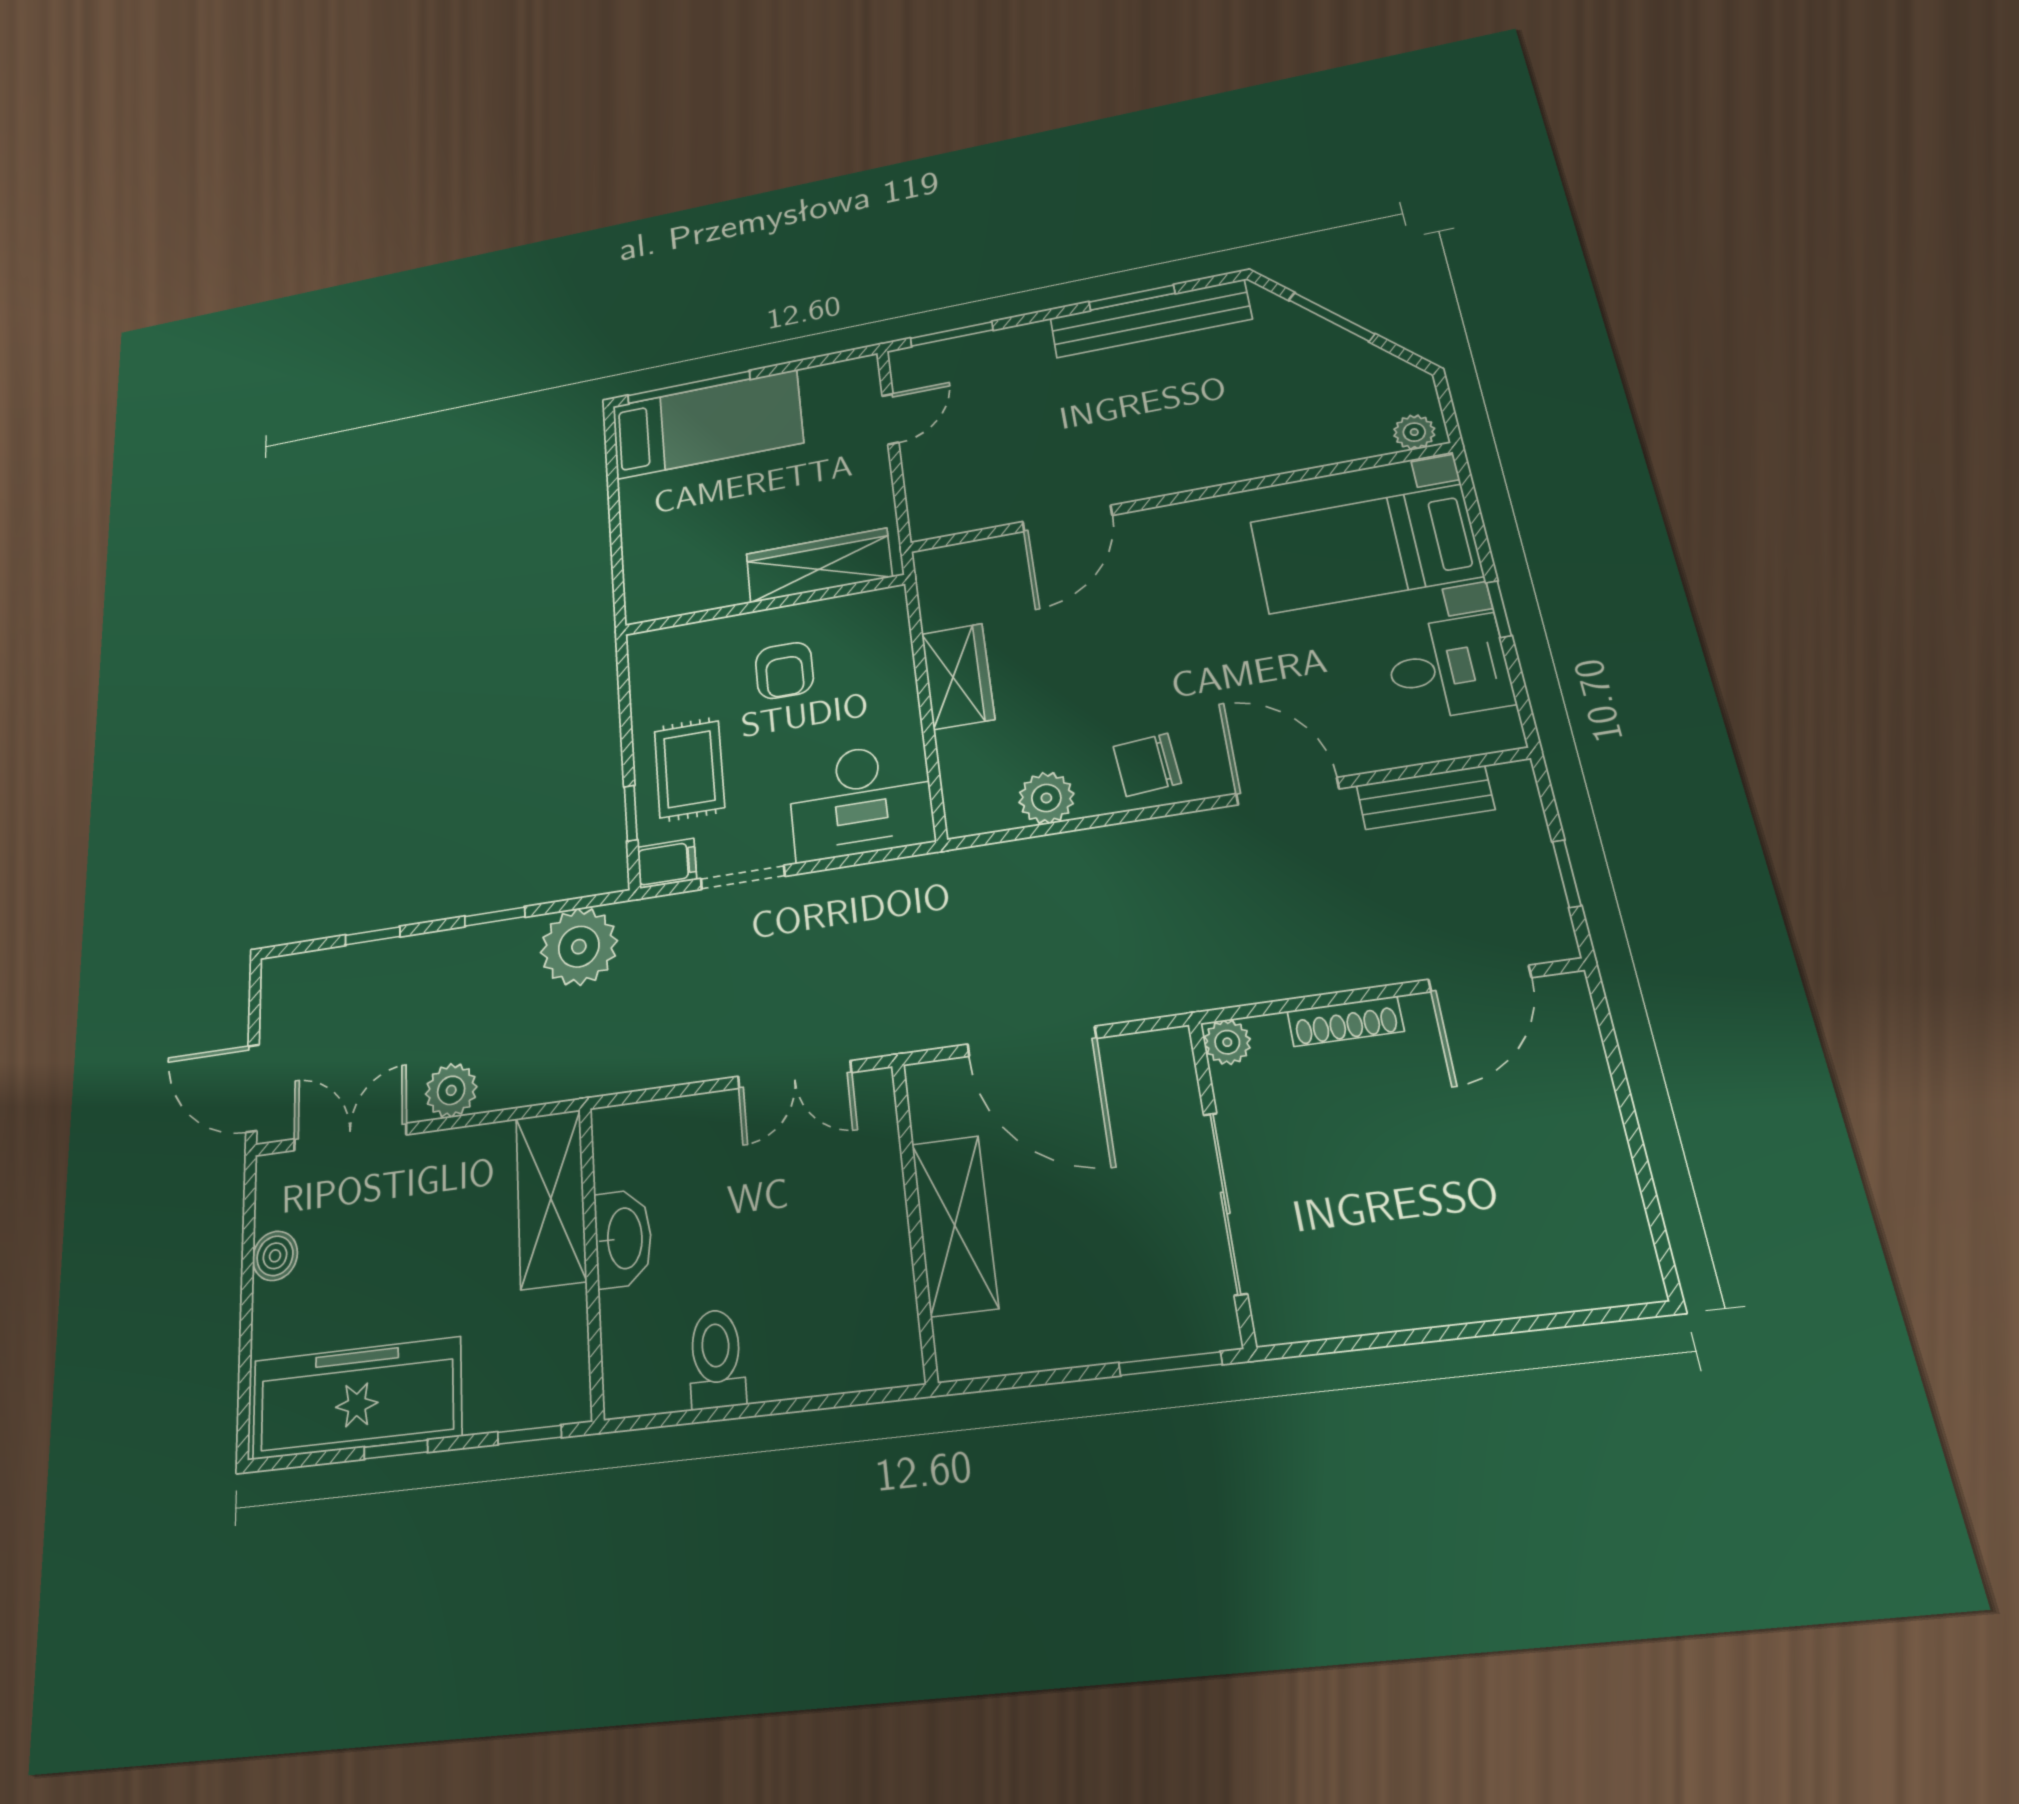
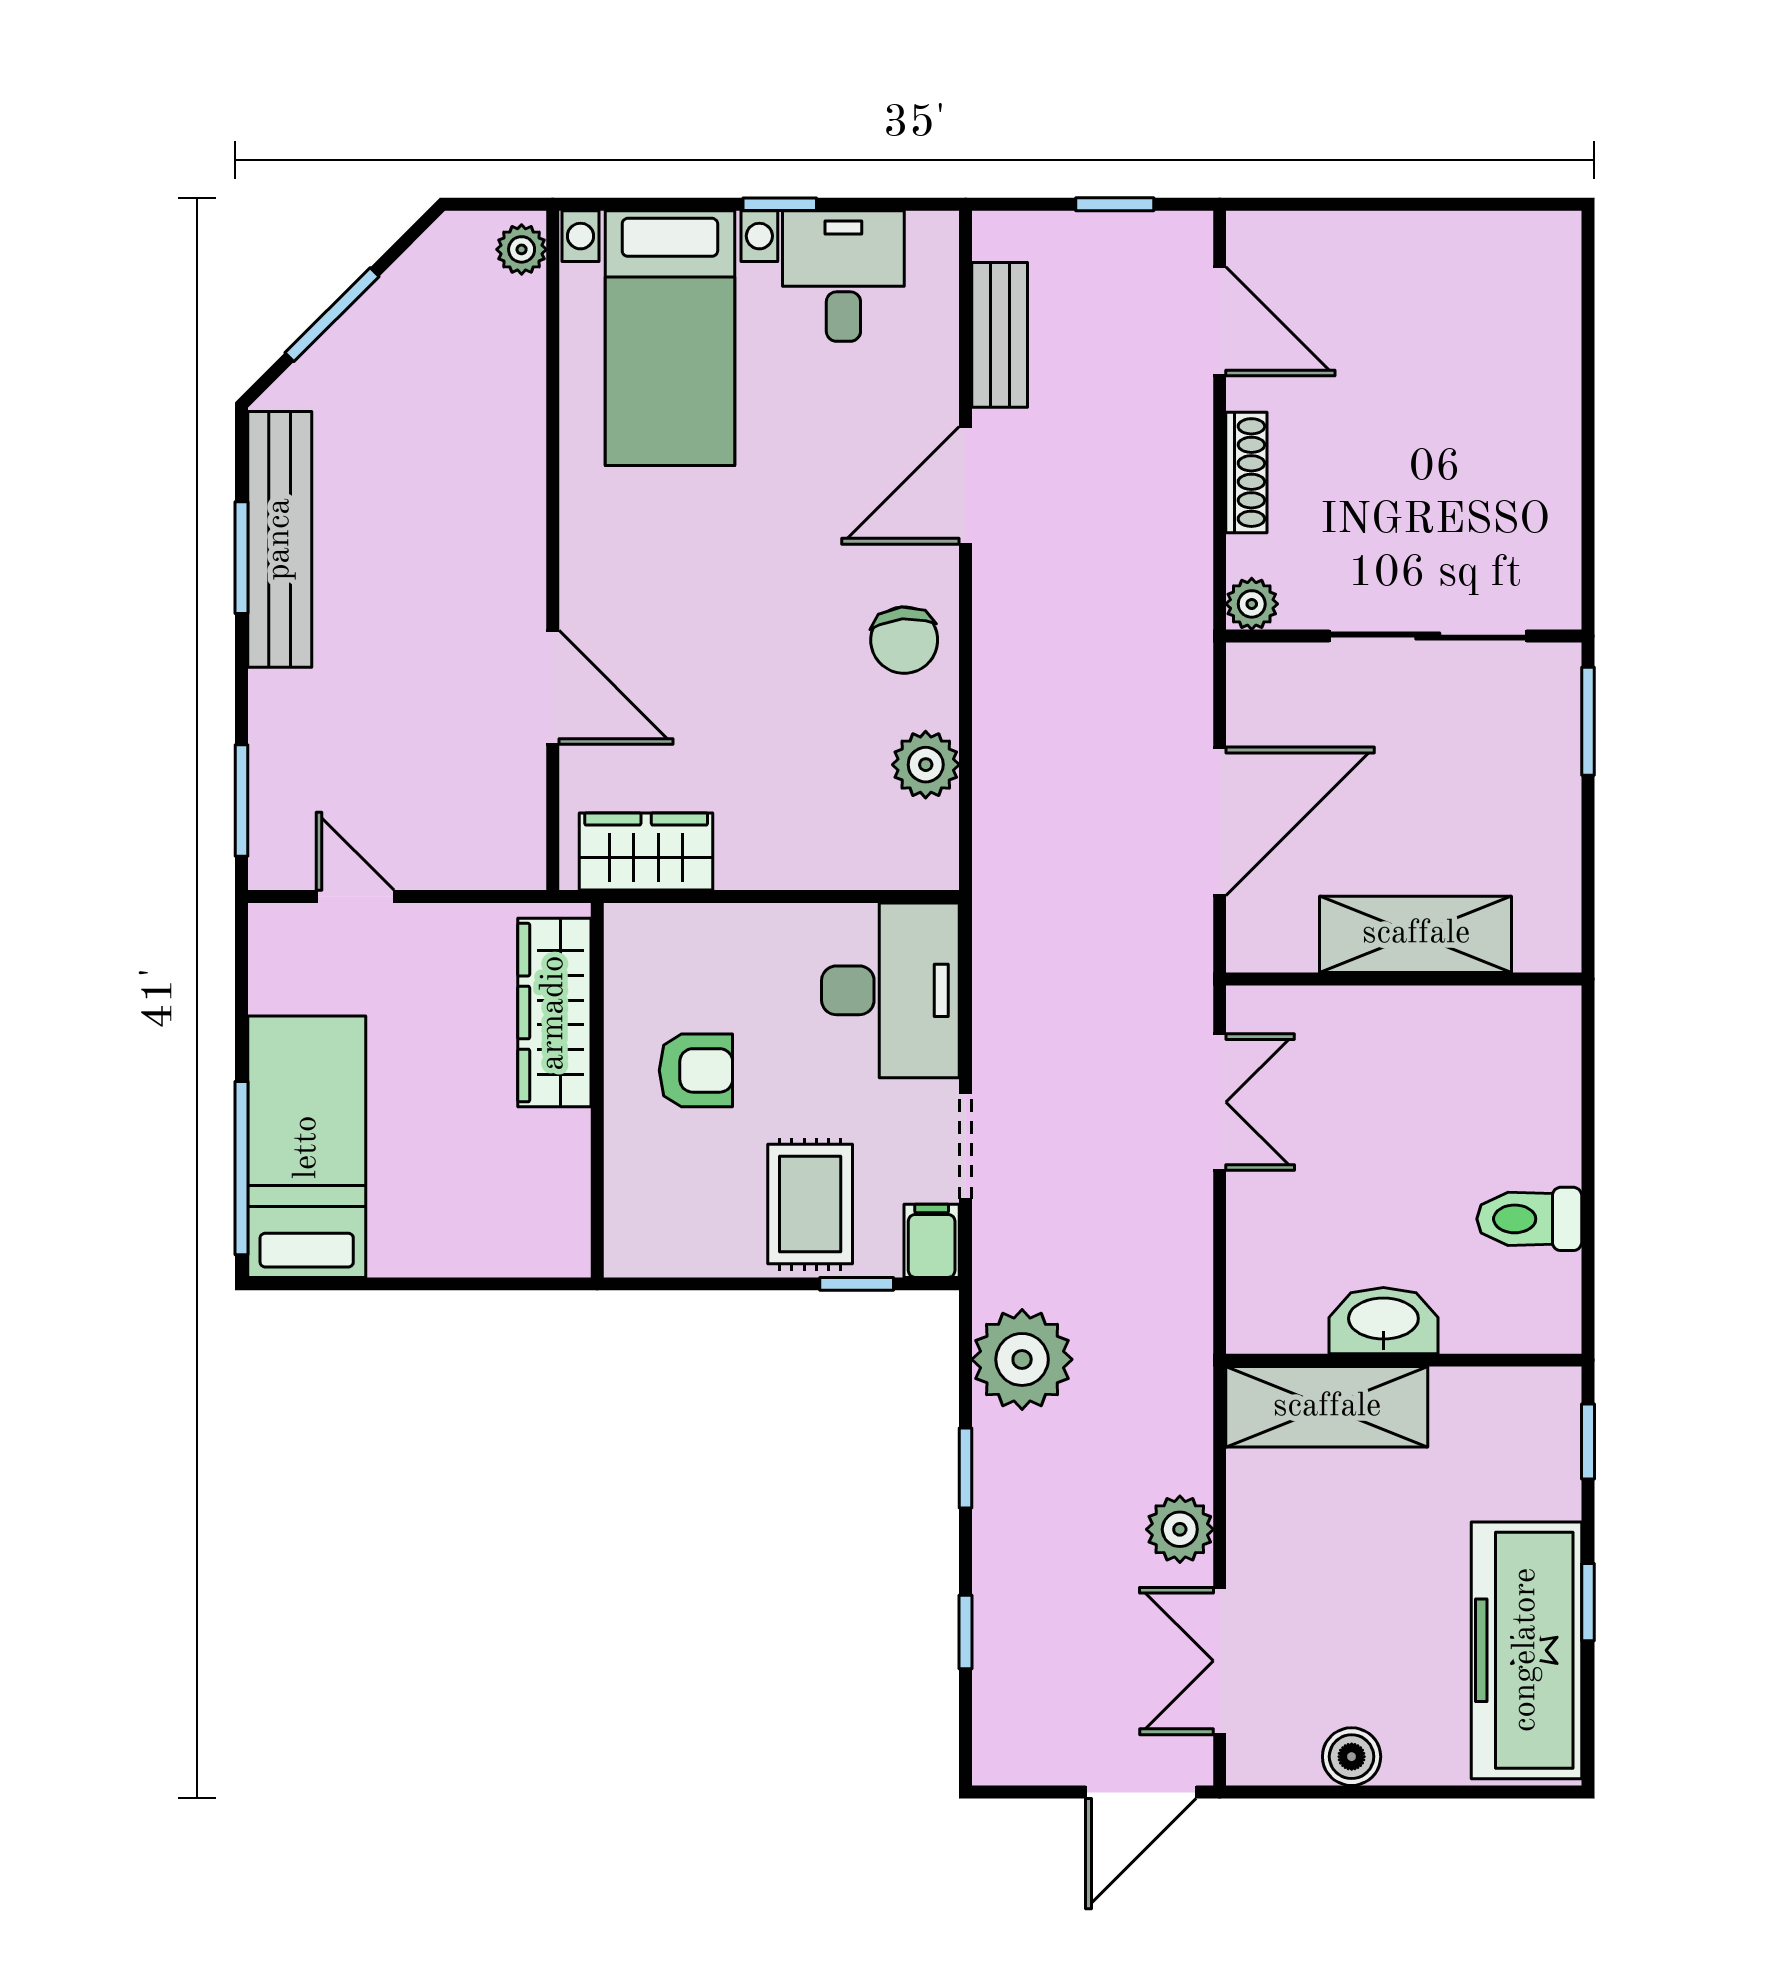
wardrobe: (958, 676) -> (646, 851), moved
rug: (689, 769) -> (810, 1204), turned 90

